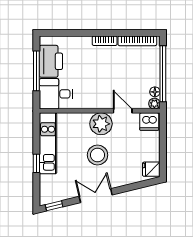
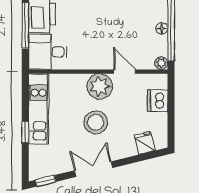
floor lamp: (155, 92) -> (162, 28), moved
dishwasher: (149, 122) -> (158, 100), moved, turned 90
fridge: (151, 169) -> (145, 143), moved, turned 76

